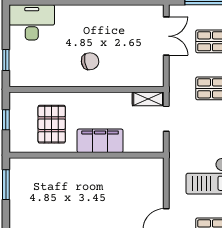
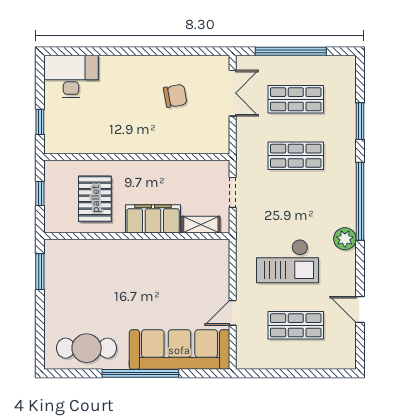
chair: (90, 61) -> (175, 96), moved
shelving: (148, 99) -> (201, 225), moved

